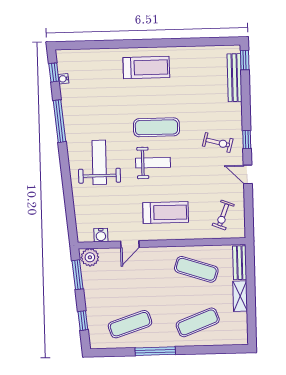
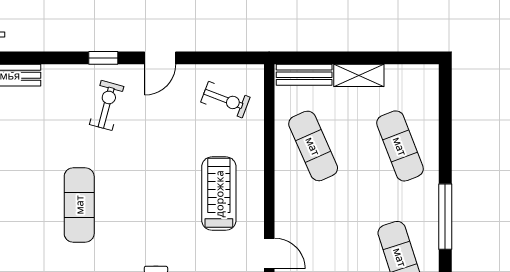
weight bench: (153, 163) -> (137, 212), removed
exercise mat: (196, 269) -> (313, 146), turned -42

